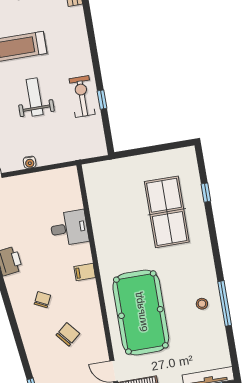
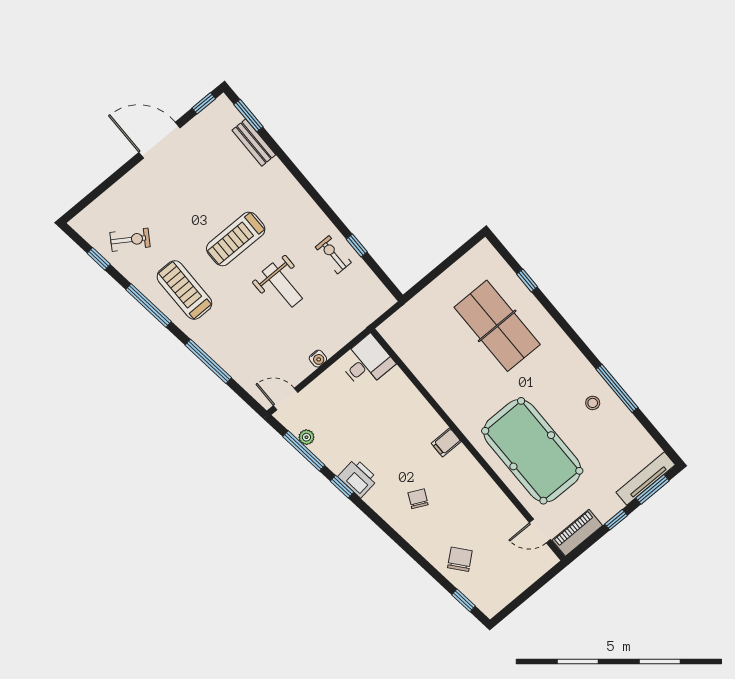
weight bench: (35, 97) -> (282, 285), turned 180
exercise bike: (82, 97) -> (333, 255), width x0.73, depth x0.72
desk: (69, 228) -> (367, 362), moved
chair: (68, 334) -> (460, 559), moved

